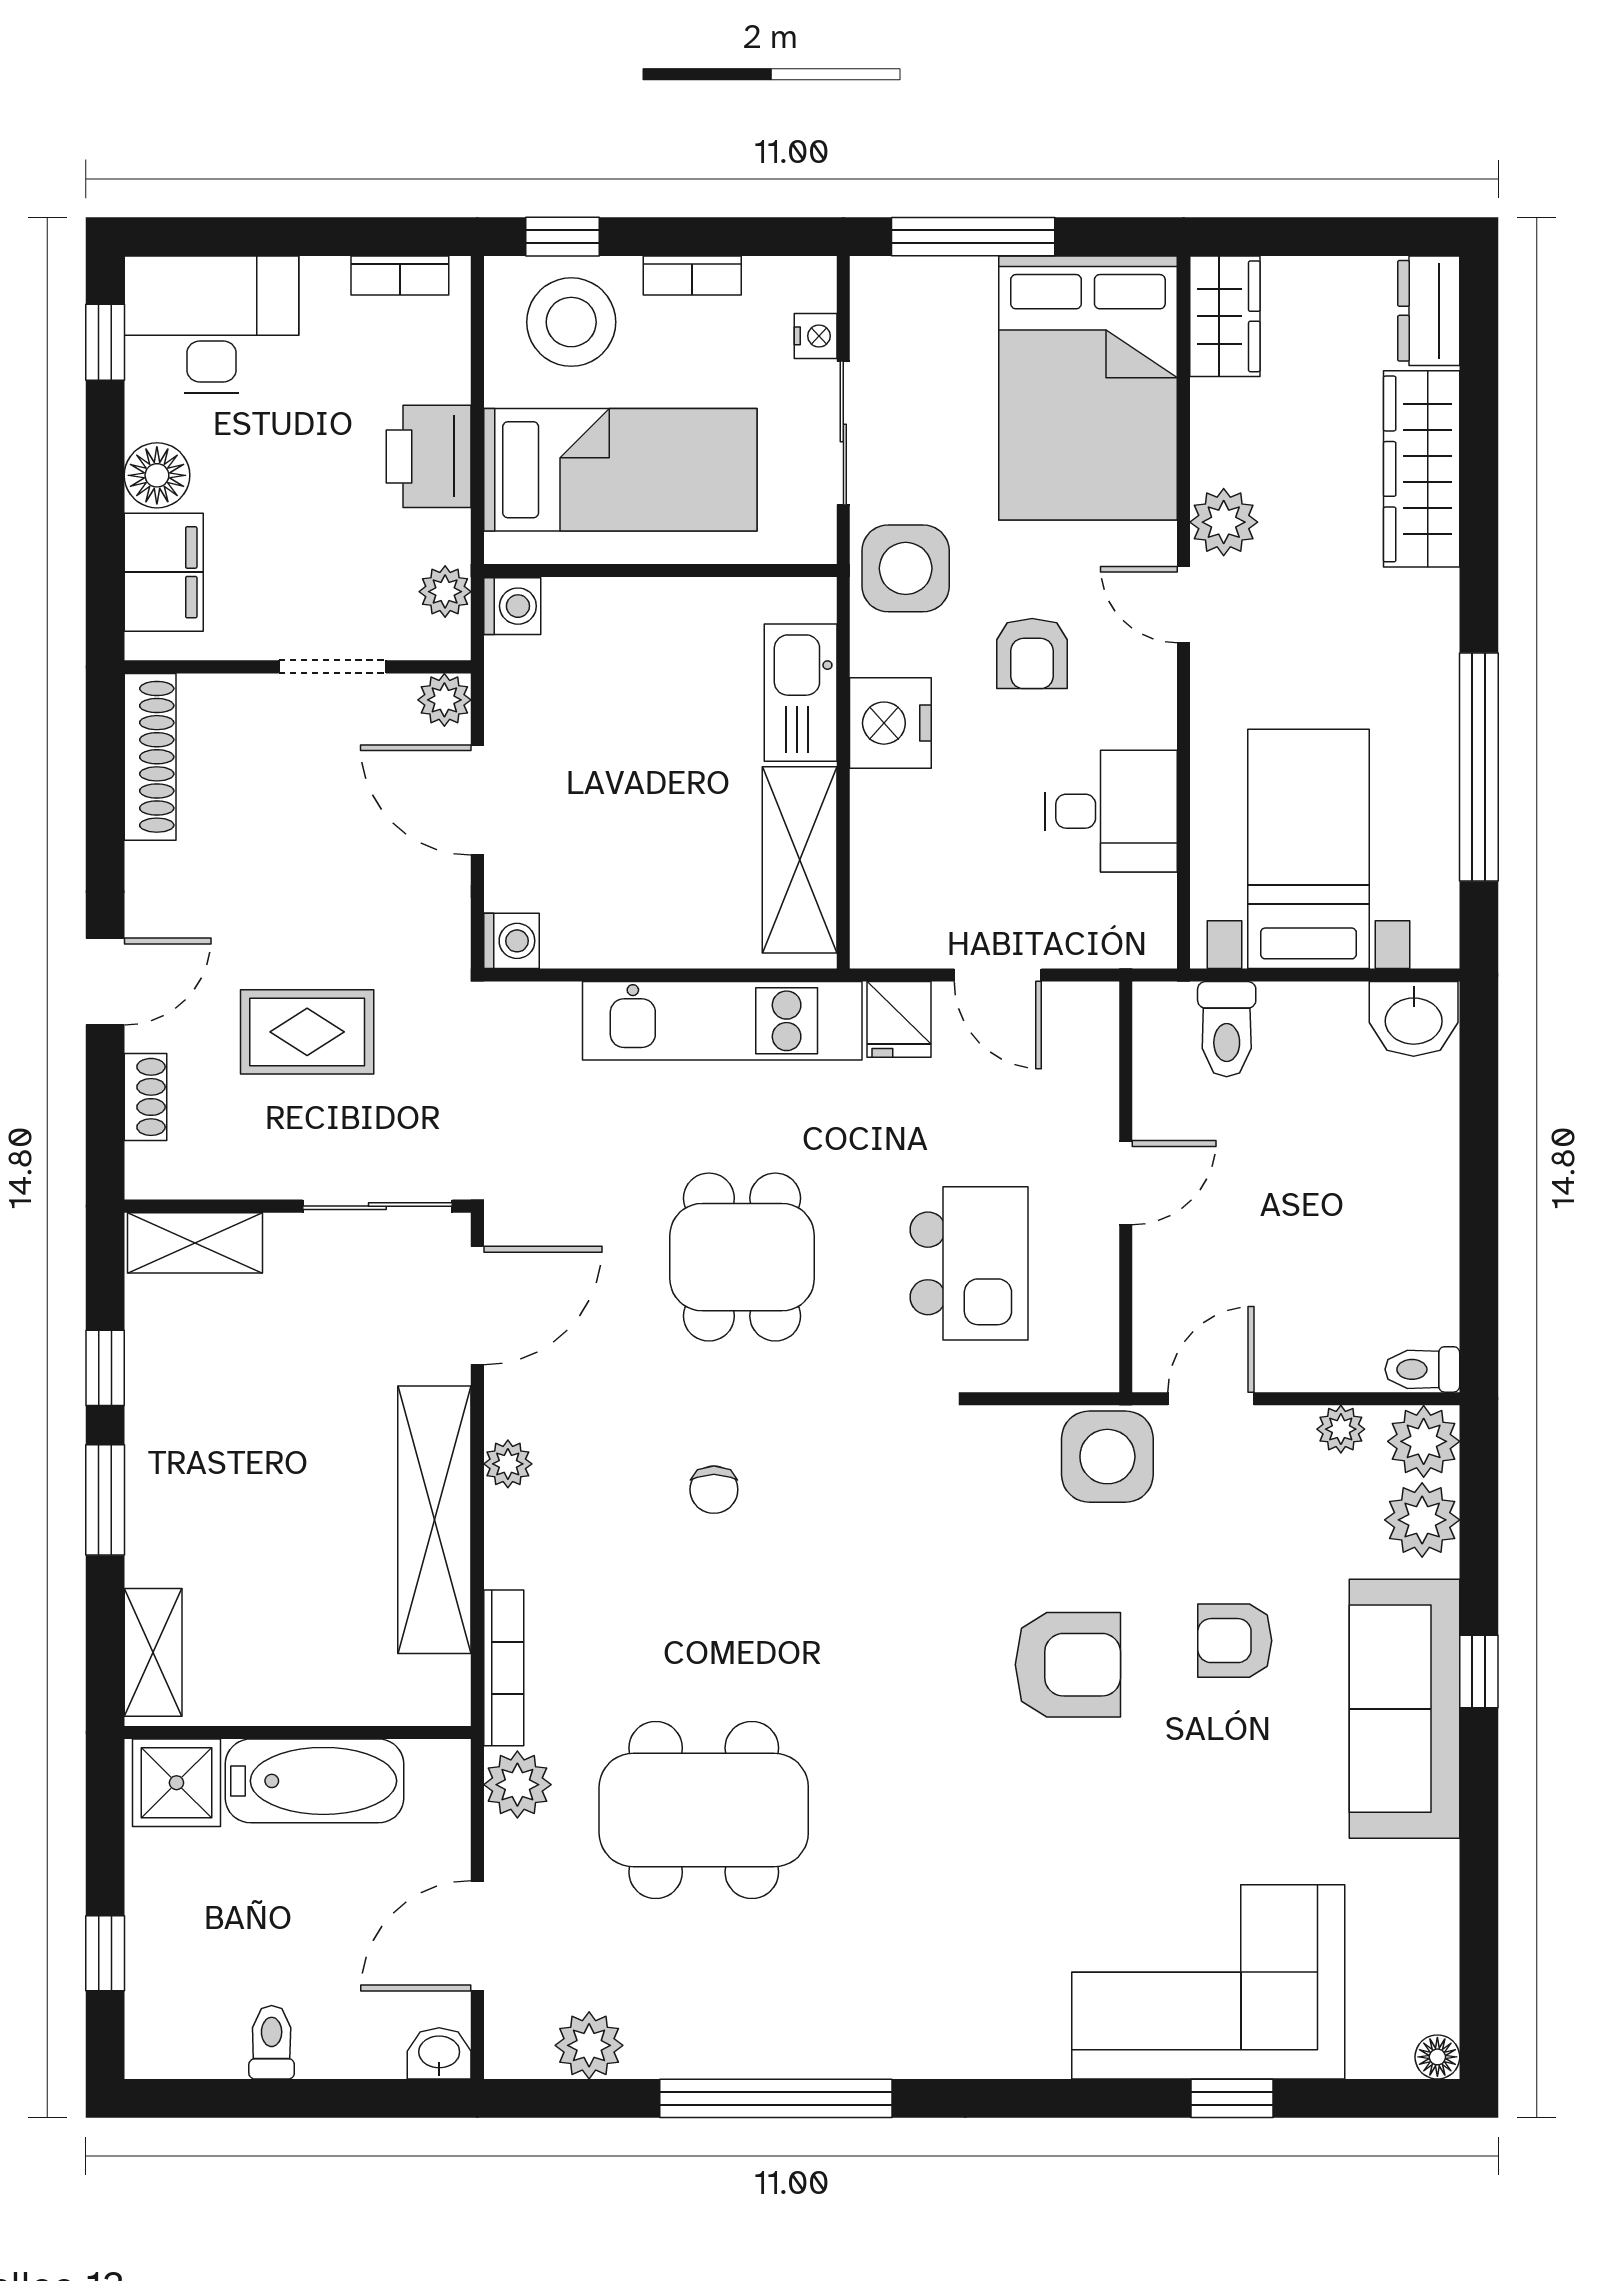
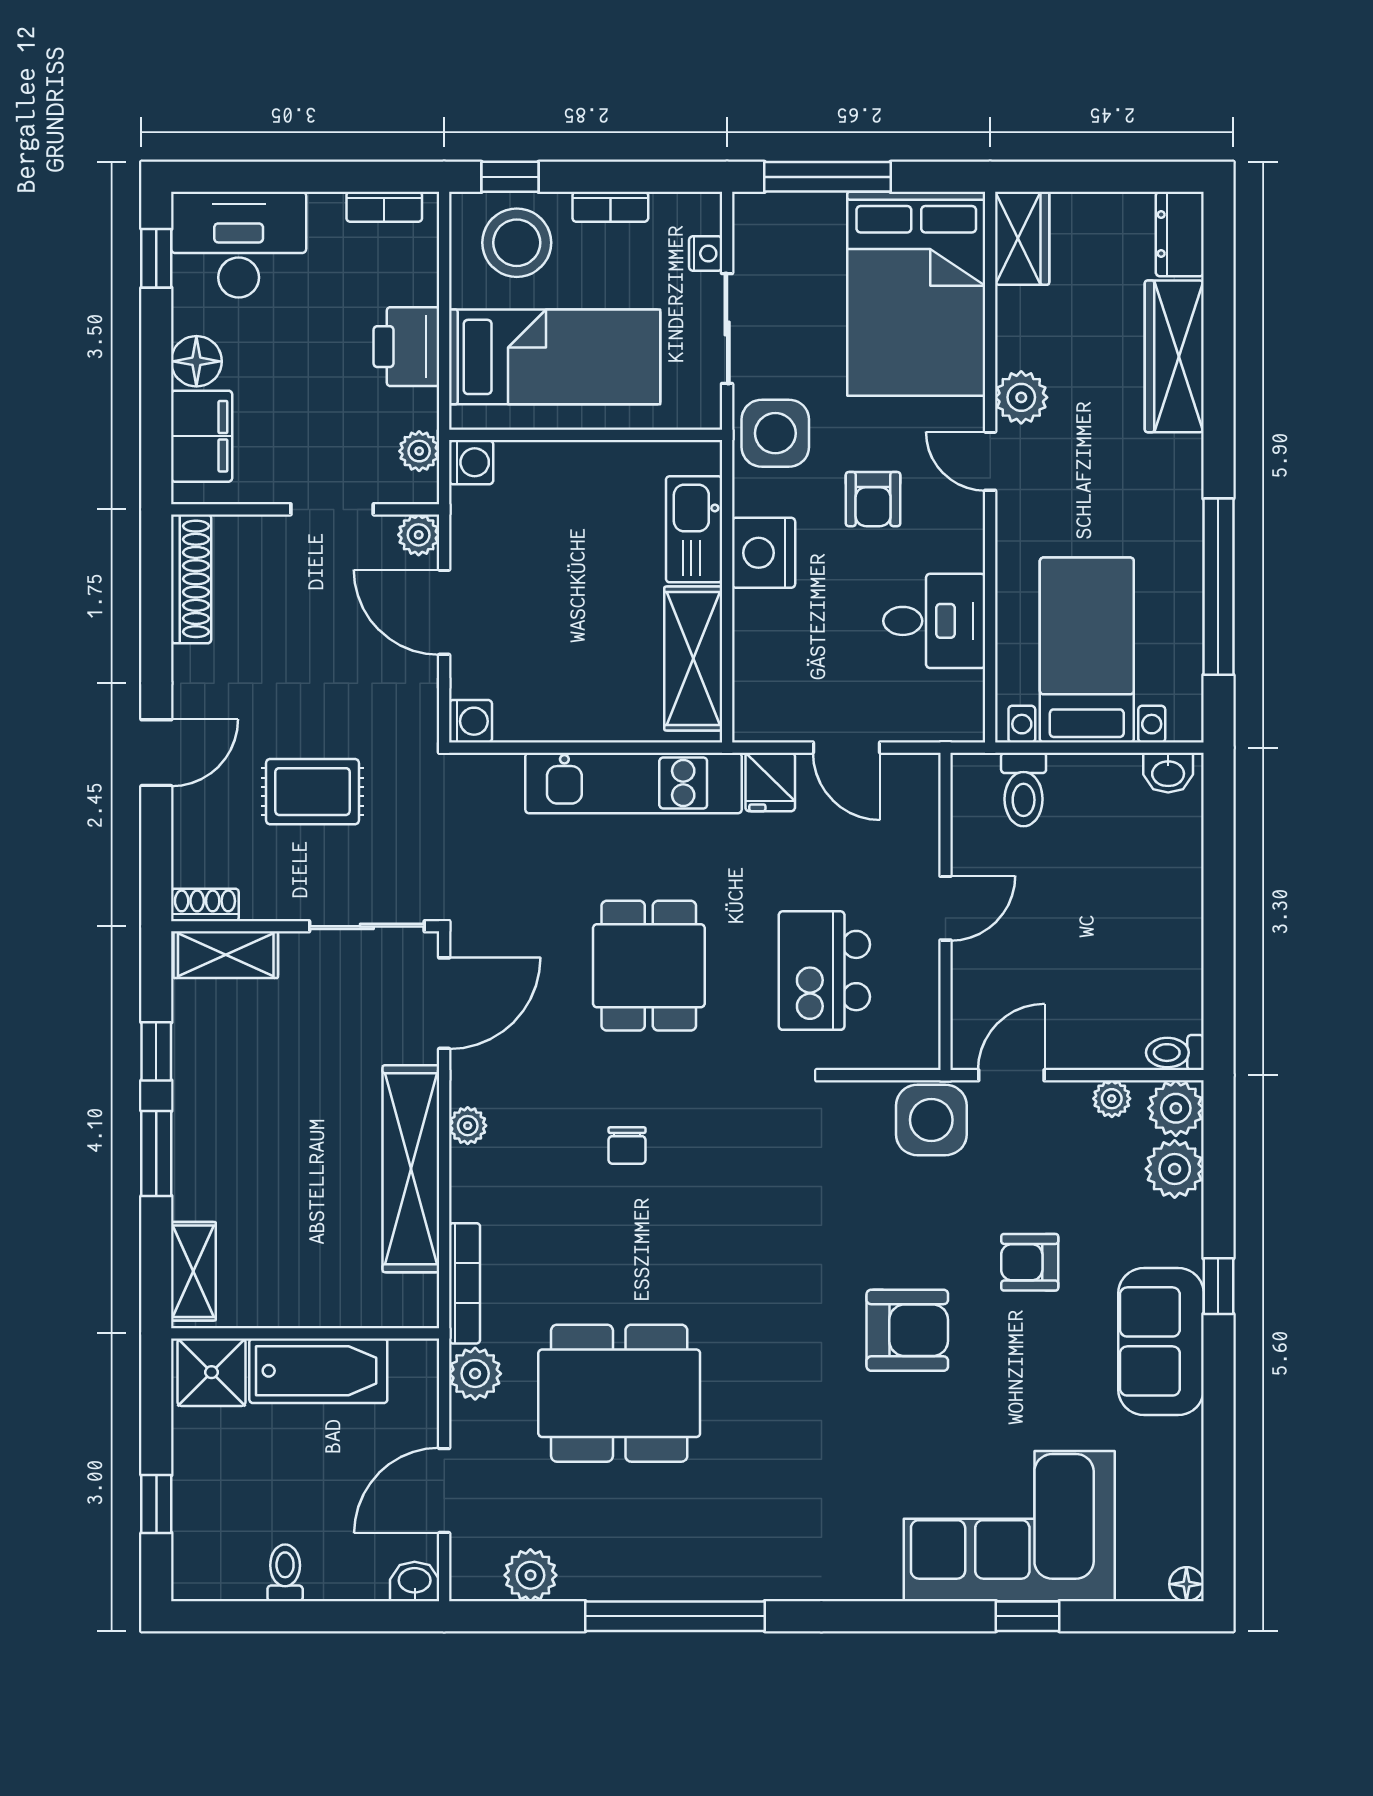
washbasin: (1414, 1019) -> (1168, 773), width x0.72, depth x0.69
shoe rack: (146, 1097) -> (205, 905), moved, turned -90
kitchen island: (969, 1263) -> (824, 971), turned 180
armchair: (1068, 1665) -> (907, 1330), moved
sofa: (1404, 1709) -> (1161, 1341), width x0.73

